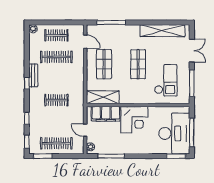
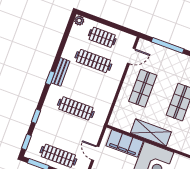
door: (85, 42) -> (131, 56), hinge flipped
shelving: (103, 97) -> (151, 133), moved
clothes rail: (56, 100) -> (76, 108), width x1.36

